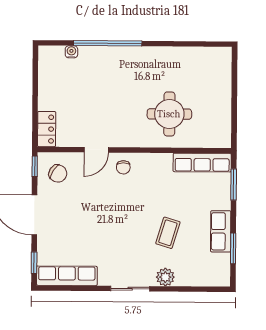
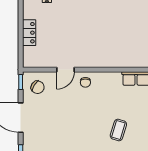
round table: (169, 114) -> (119, 43), removed
locker: (47, 129) -> (29, 33), moved

